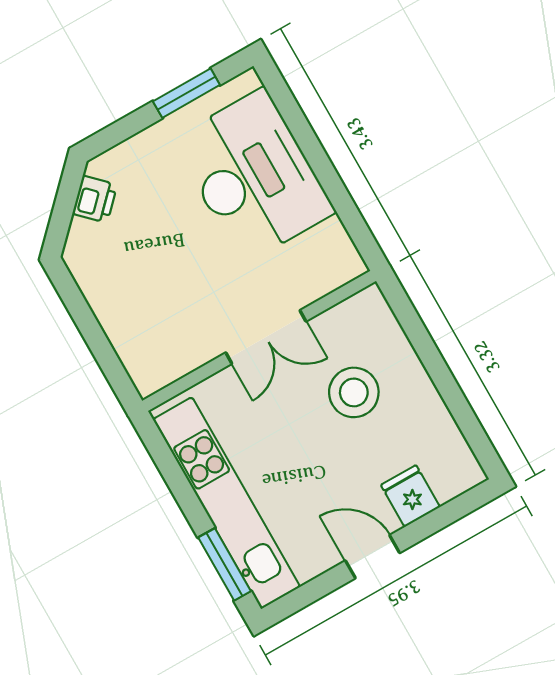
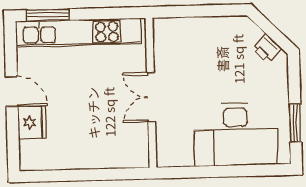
stool: (354, 392) -> (99, 126), removed
fridge: (410, 496) -> (32, 122), width x1.38
door: (373, 557) -> (12, 92), hinge flipped

